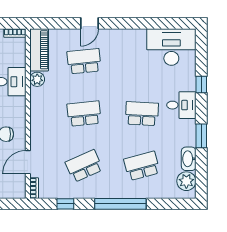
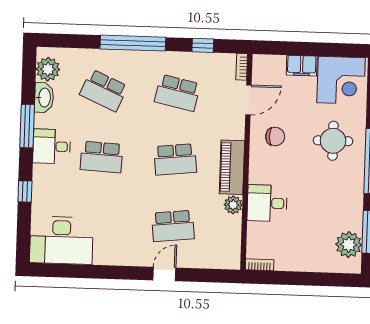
piano: (39, 50) -> (232, 167), moved
desk: (181, 105) -> (52, 146), moved
window: (201, 136) -> (27, 126), width x1.44
school desk: (84, 166) -> (177, 93), turned 36
school desk: (142, 166) -> (104, 90), turned 39

